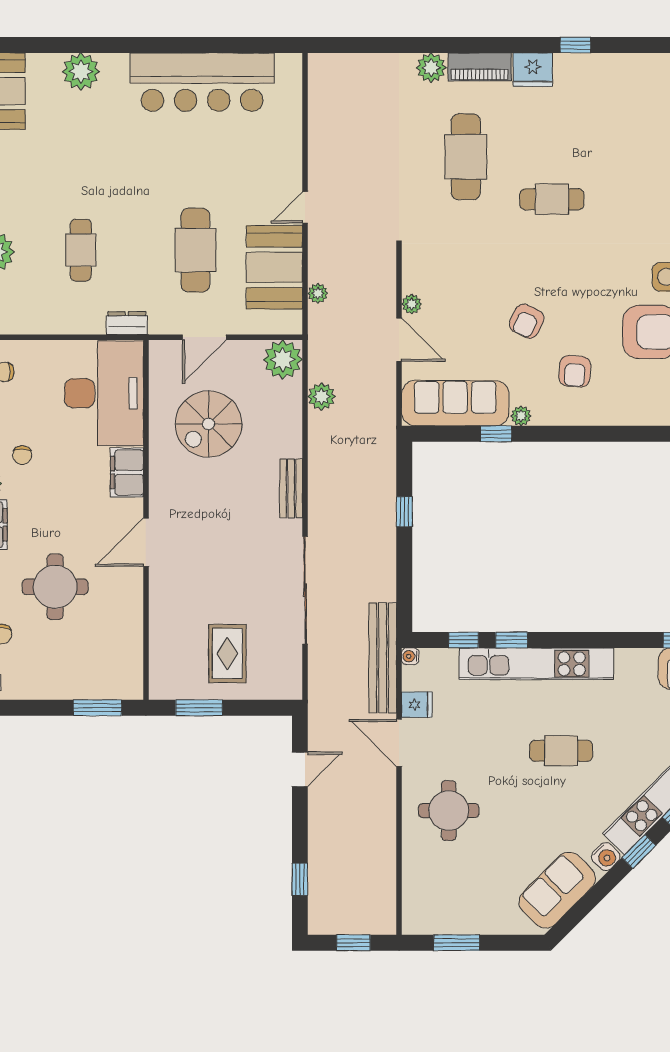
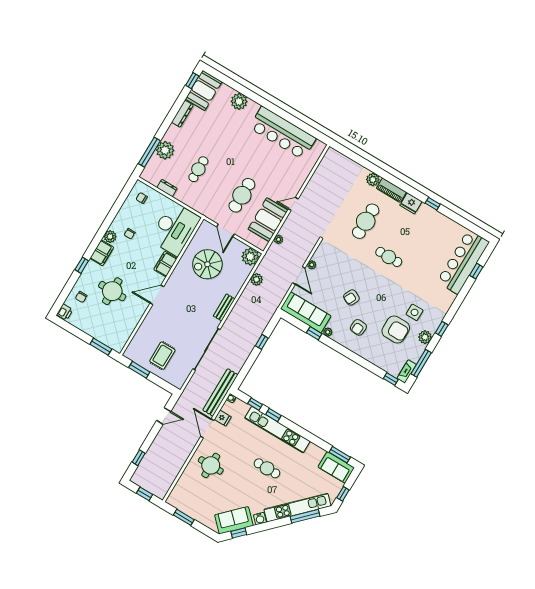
dresser: (127, 323) -> (167, 188), moved
door: (204, 337) -> (225, 230), hinge flipped
window: (639, 852) -> (239, 533), moved

